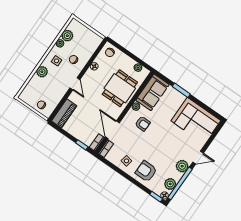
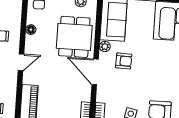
door: (75, 84) -> (21, 62), hinge flipped
door: (112, 130) -> (95, 72), moved

